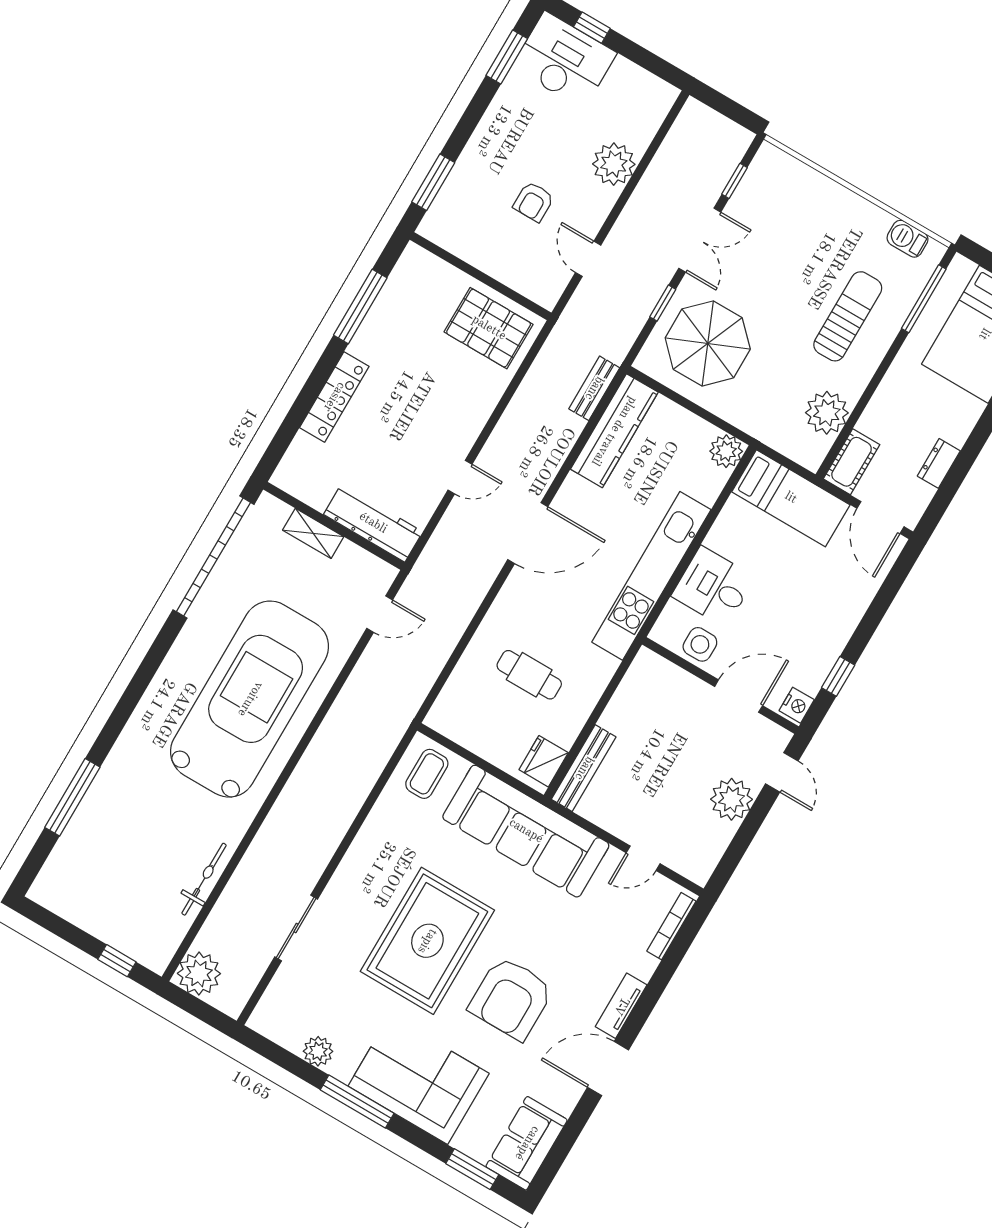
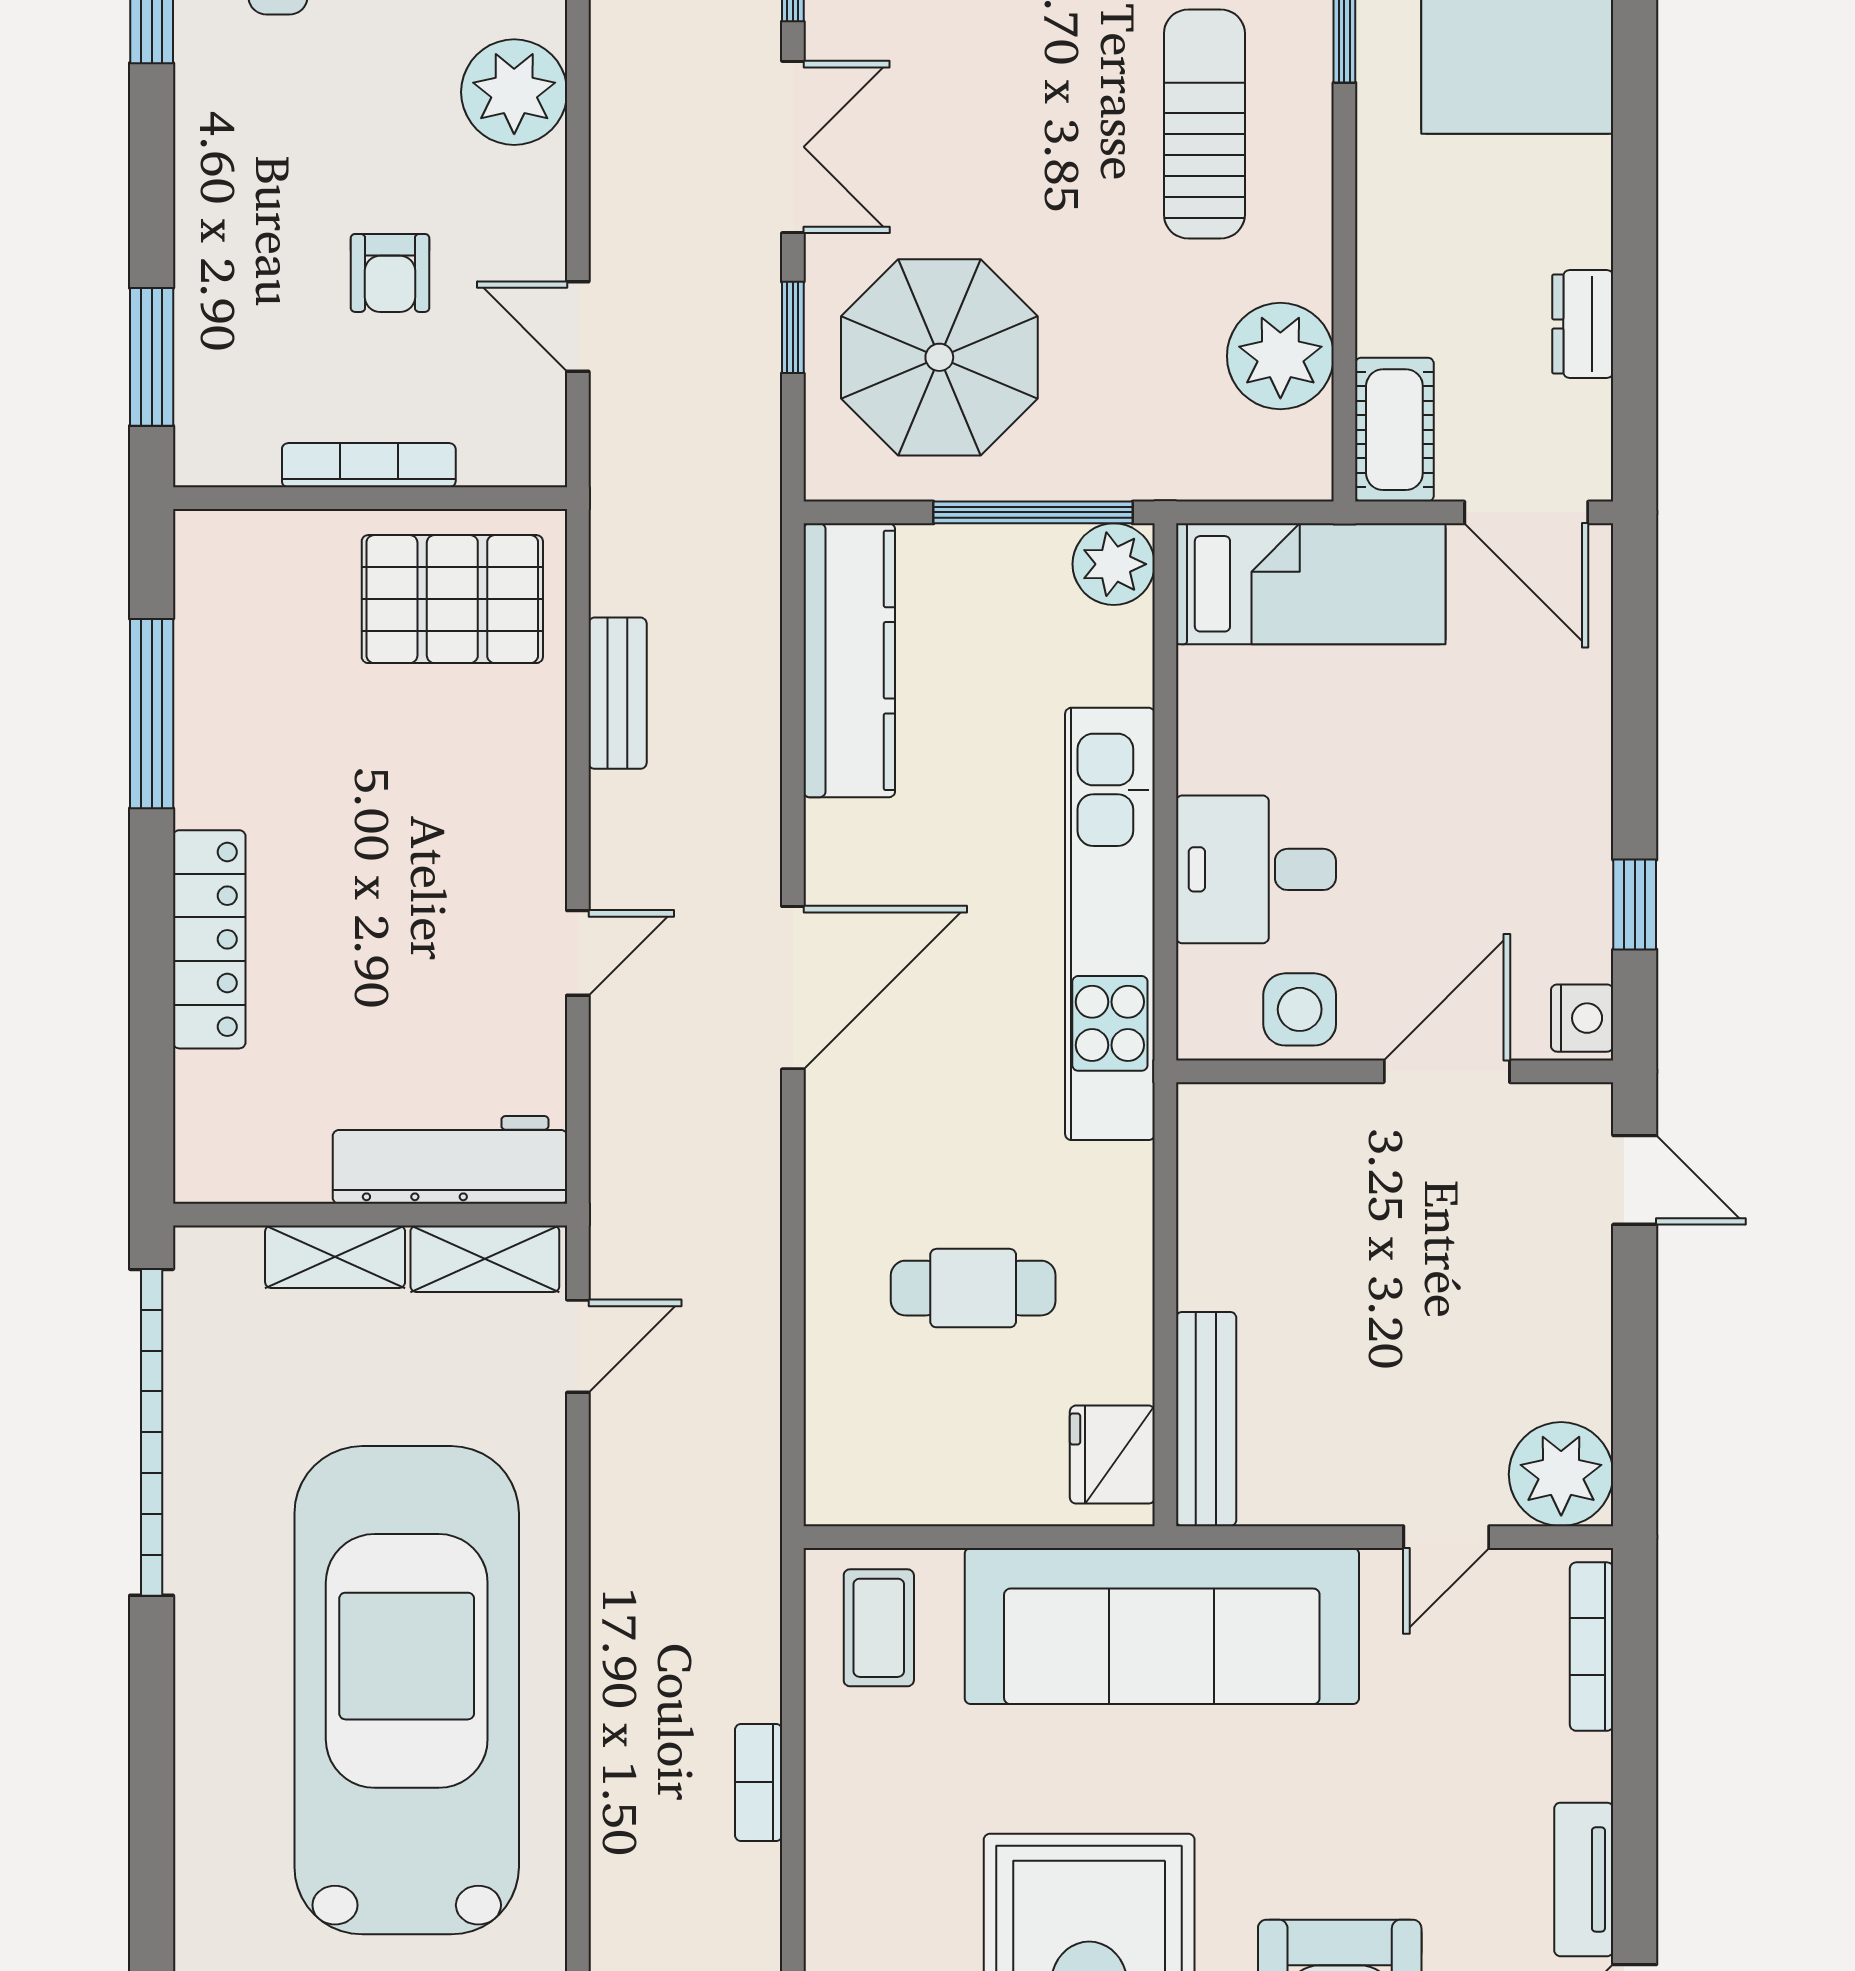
bookcase: (487, 264) -> (369, 465), added
bench: (594, 388) -> (618, 693), moved
window: (709, 417) -> (1033, 512), added
shelving: (365, 565) -> (485, 1259), added
plant: (732, 799) -> (1561, 1474), moved
bookcase: (353, 803) -> (759, 1782), added

